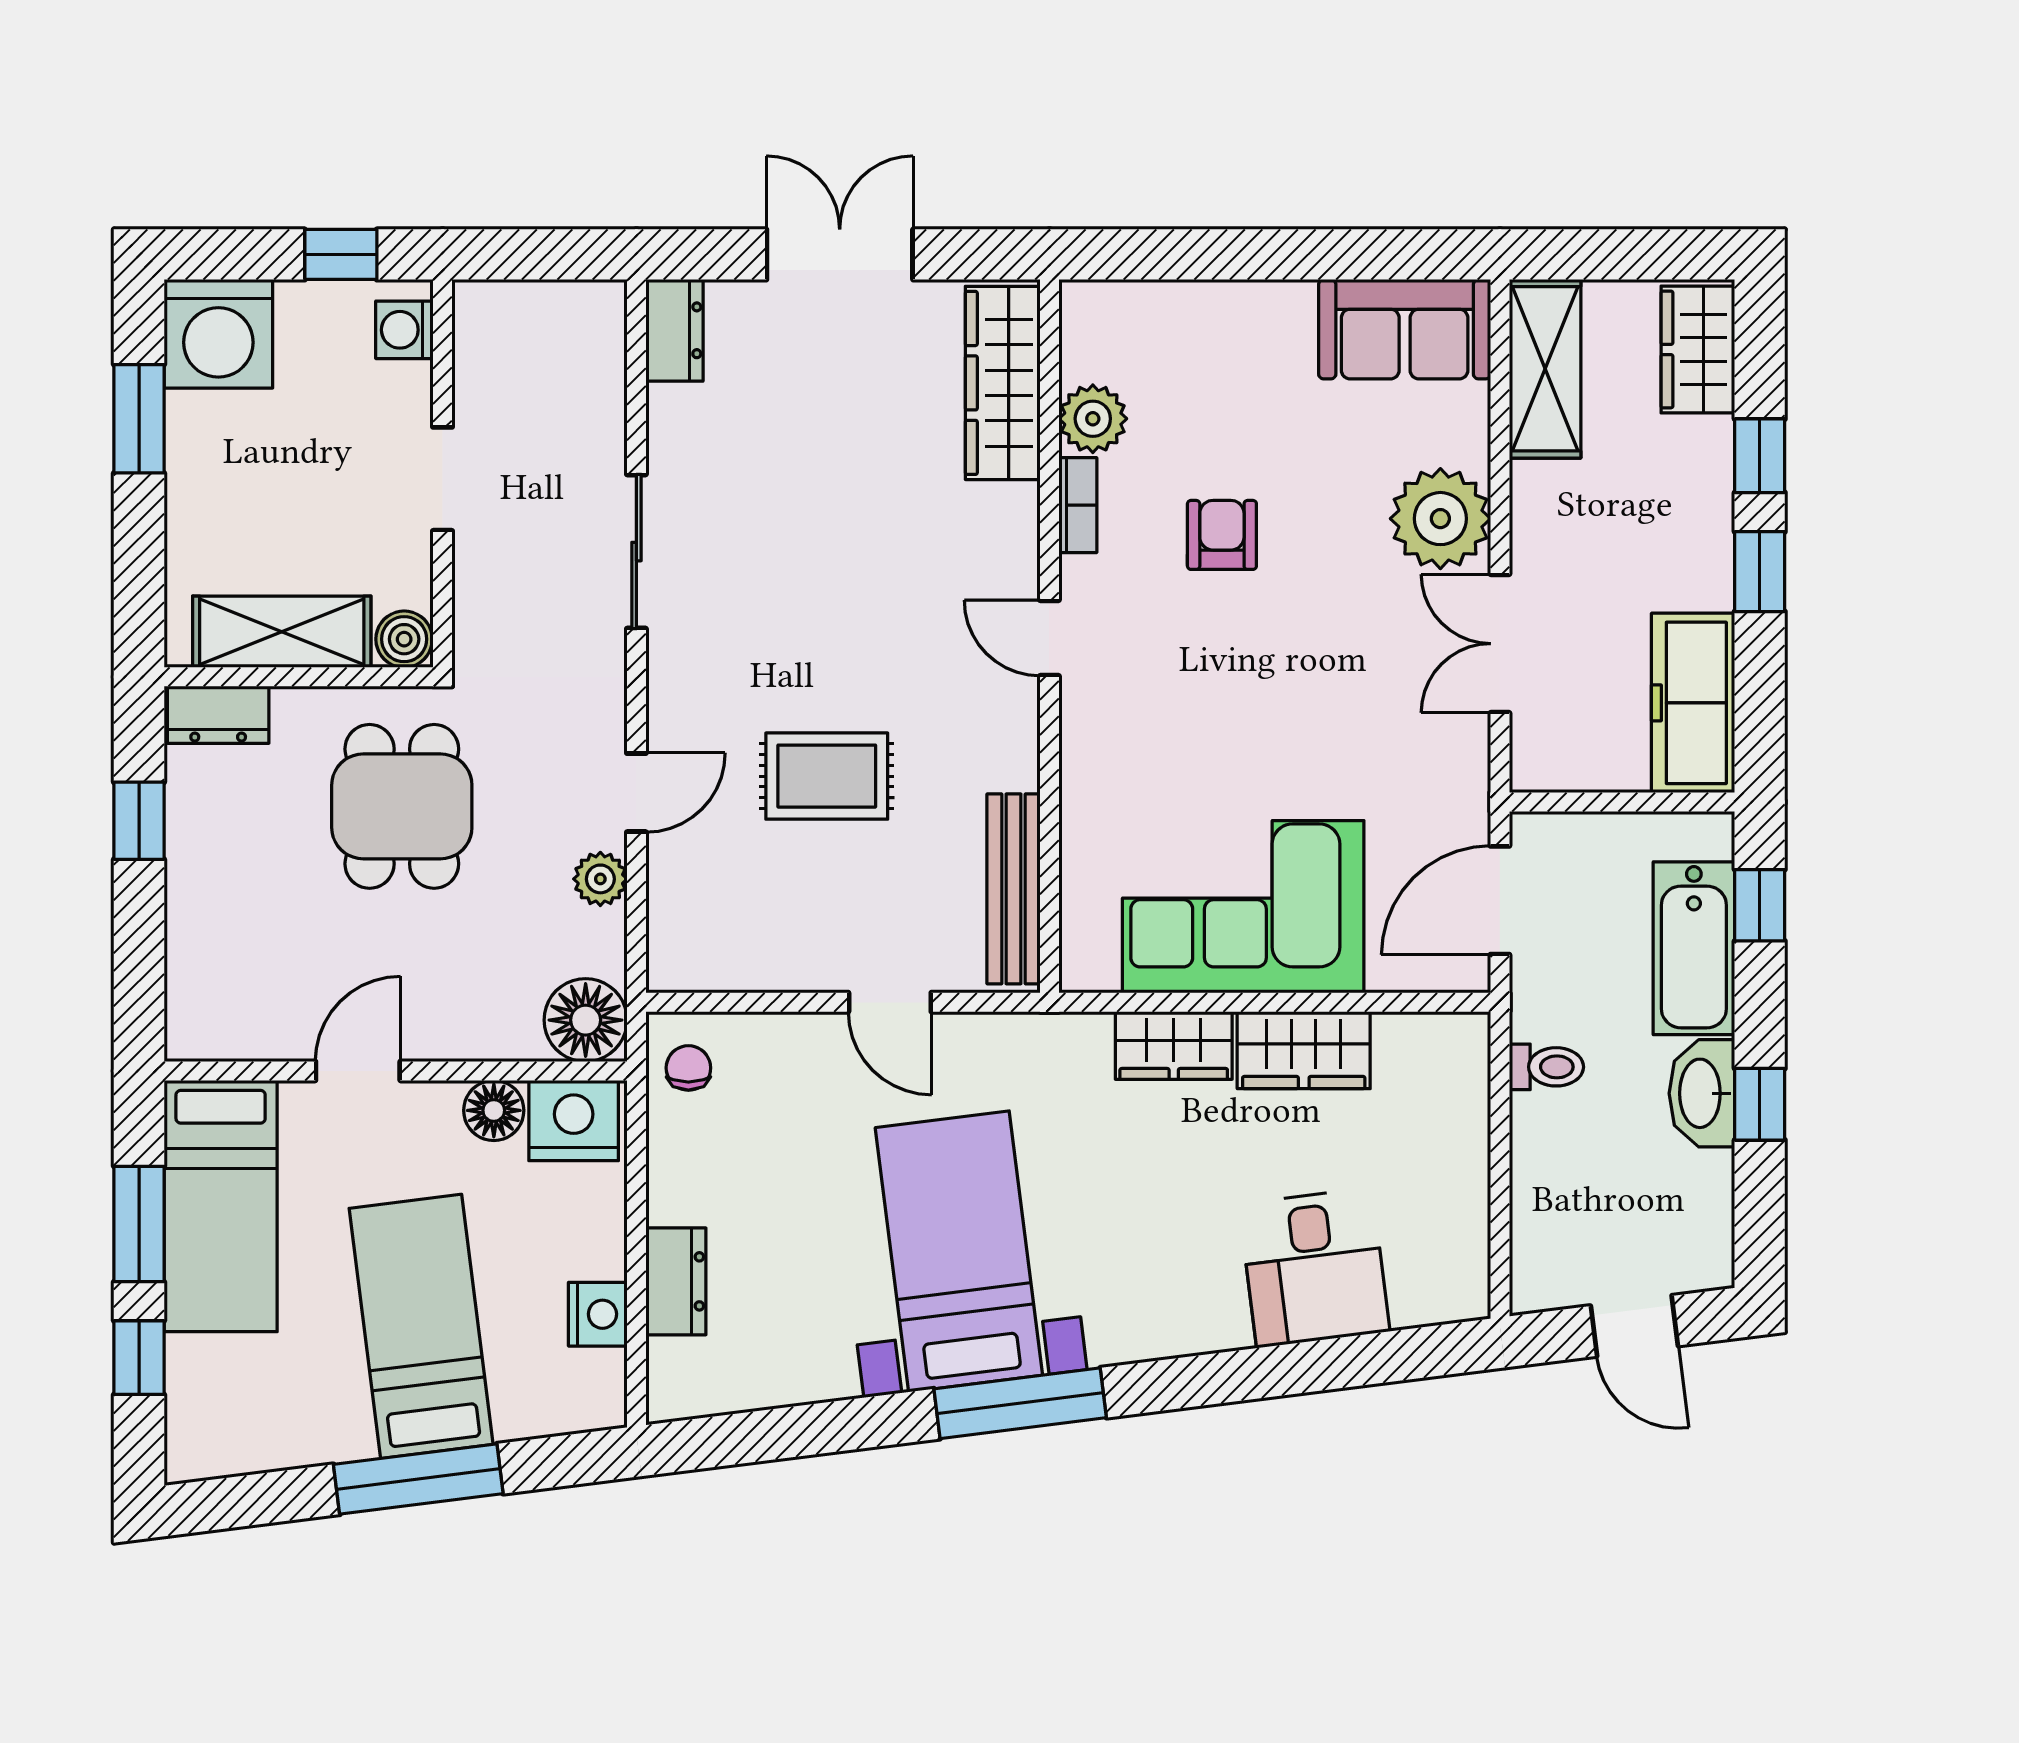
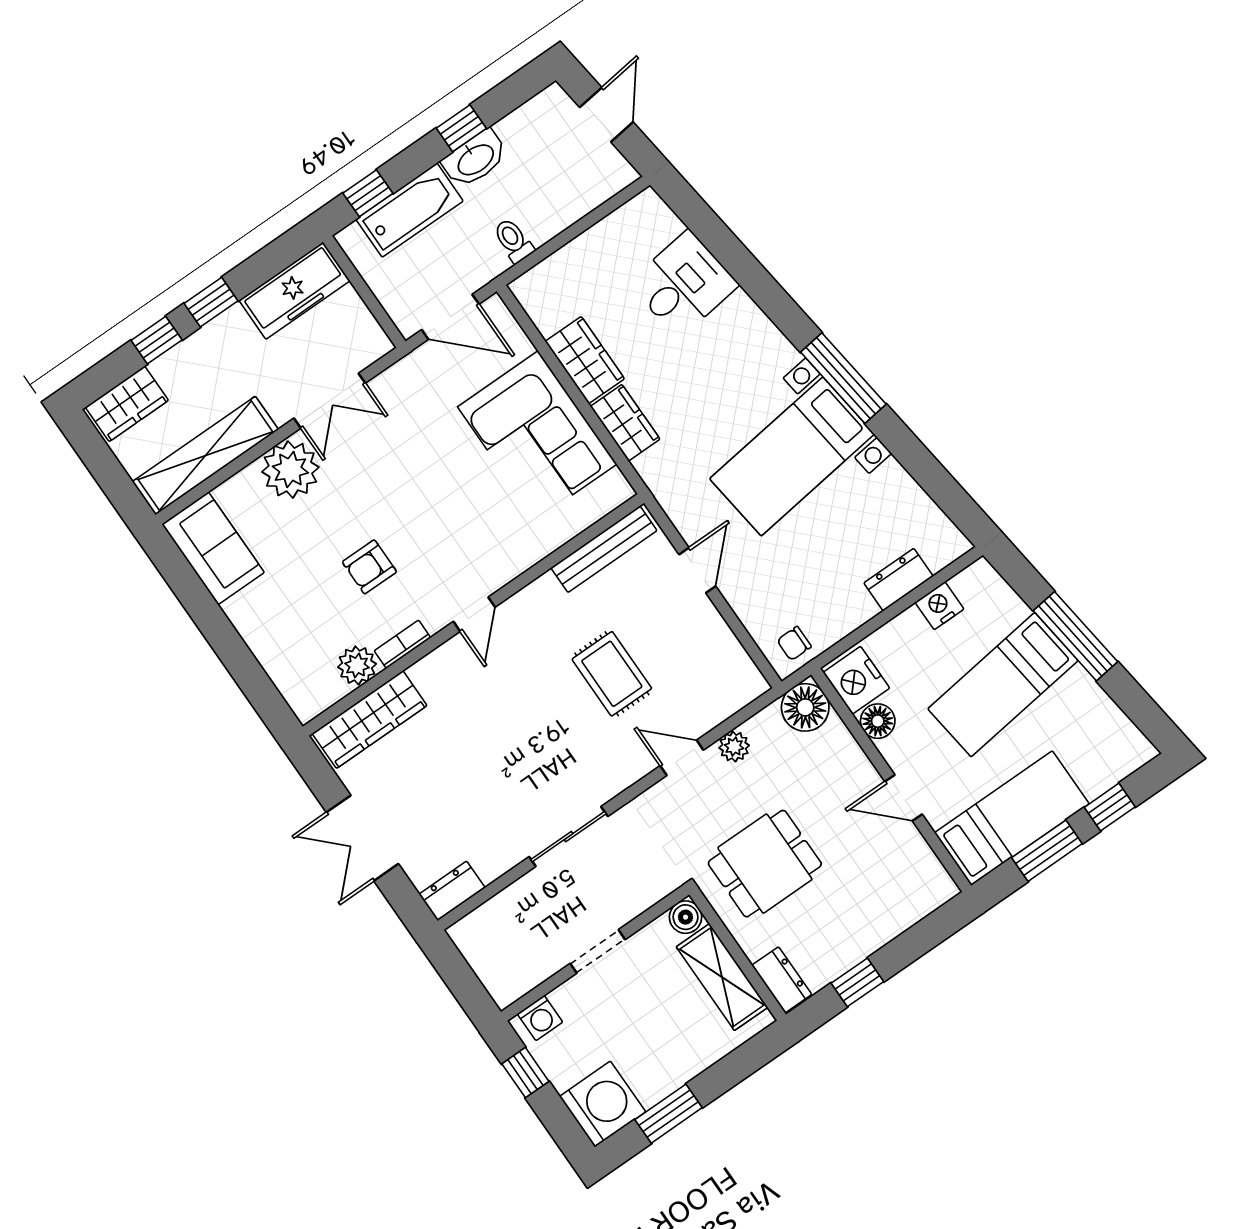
shelving: (1545, 369) -> (205, 456), width x1.47

